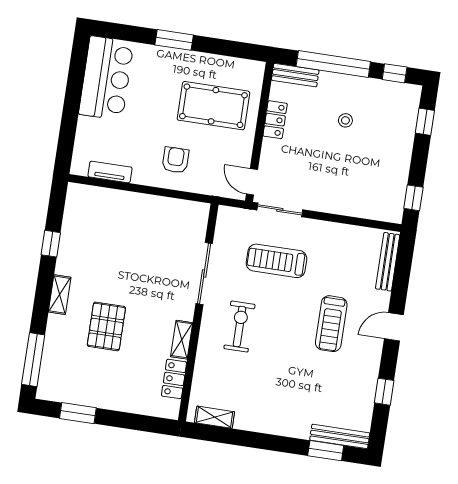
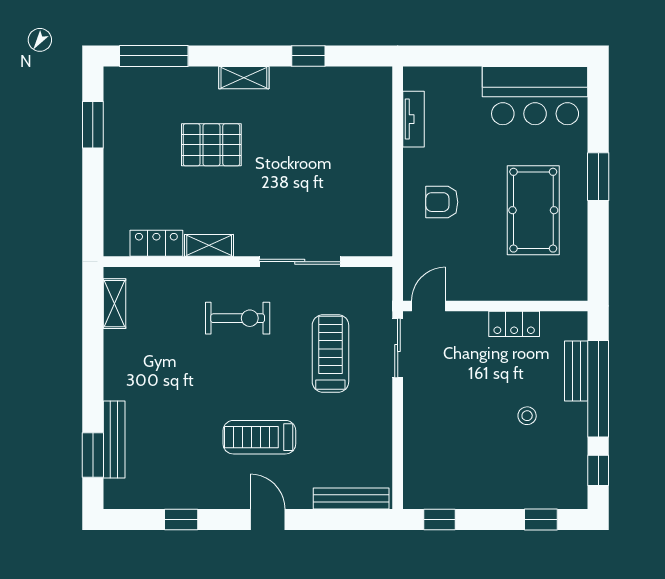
bench: (295, 75) -> (576, 371), moved
pool table: (213, 106) -> (533, 210), moved
armchair: (175, 160) -> (442, 202), turned 180
bench: (340, 436) -> (114, 439), moved

